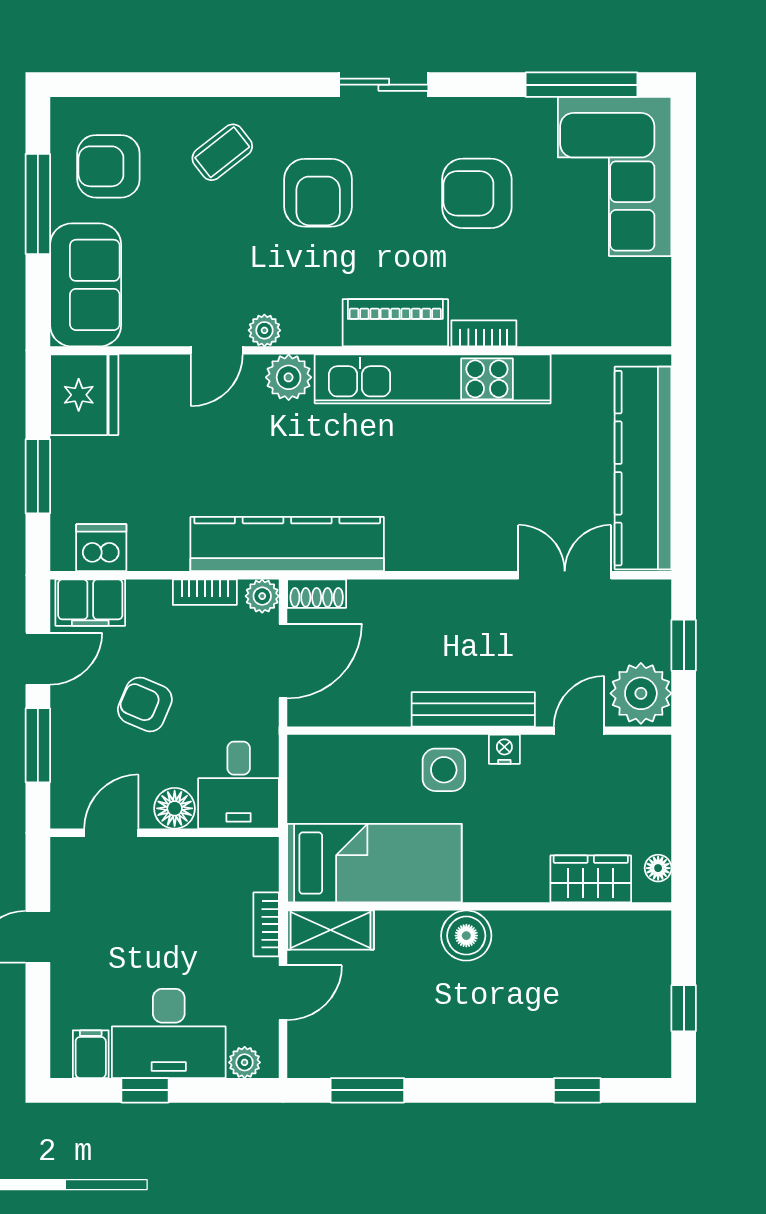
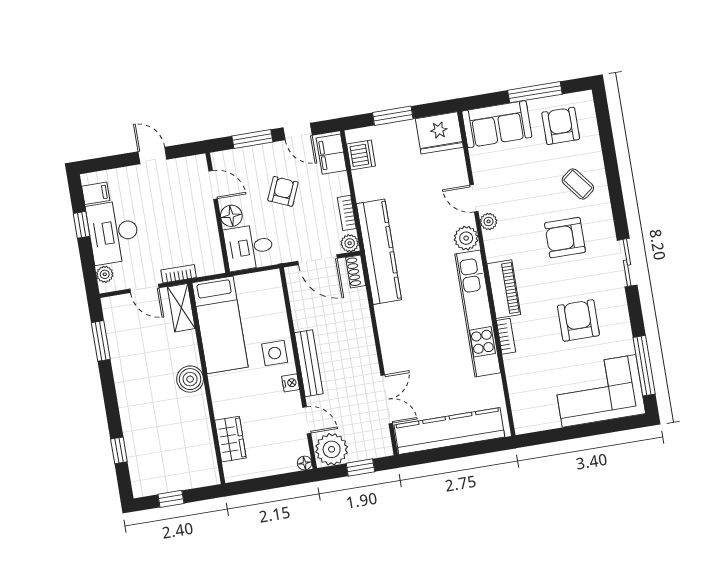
floor lamp: (658, 868) -> (305, 463), moved

